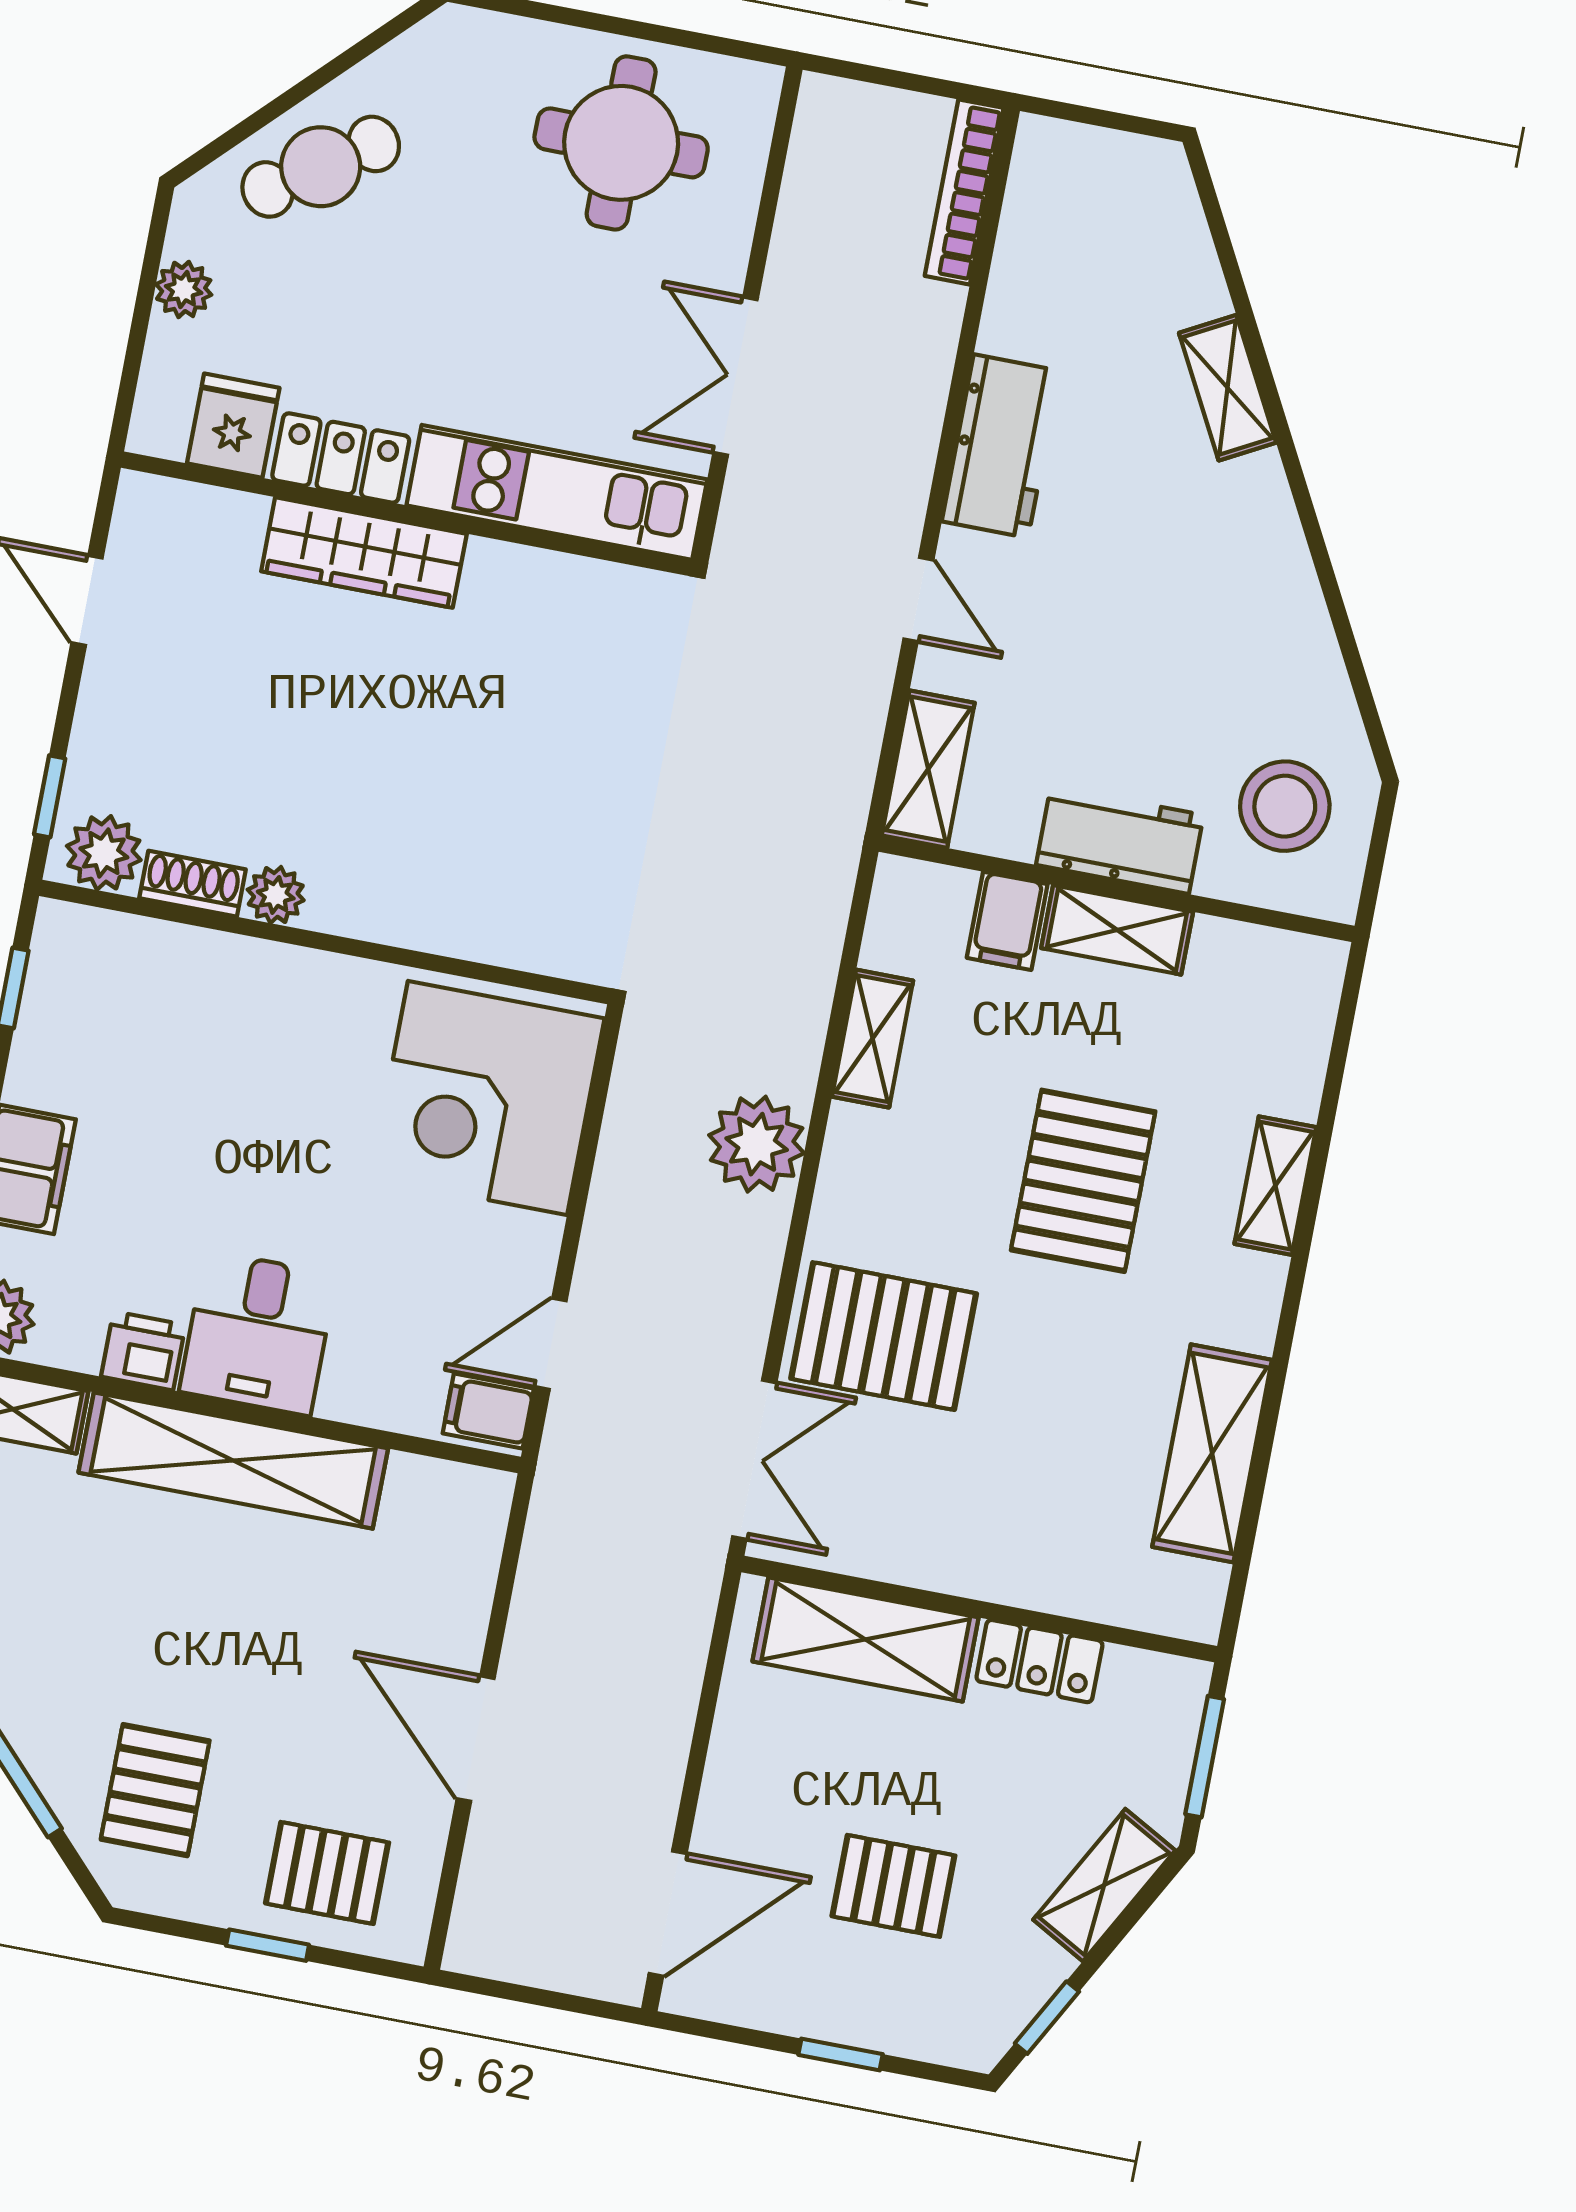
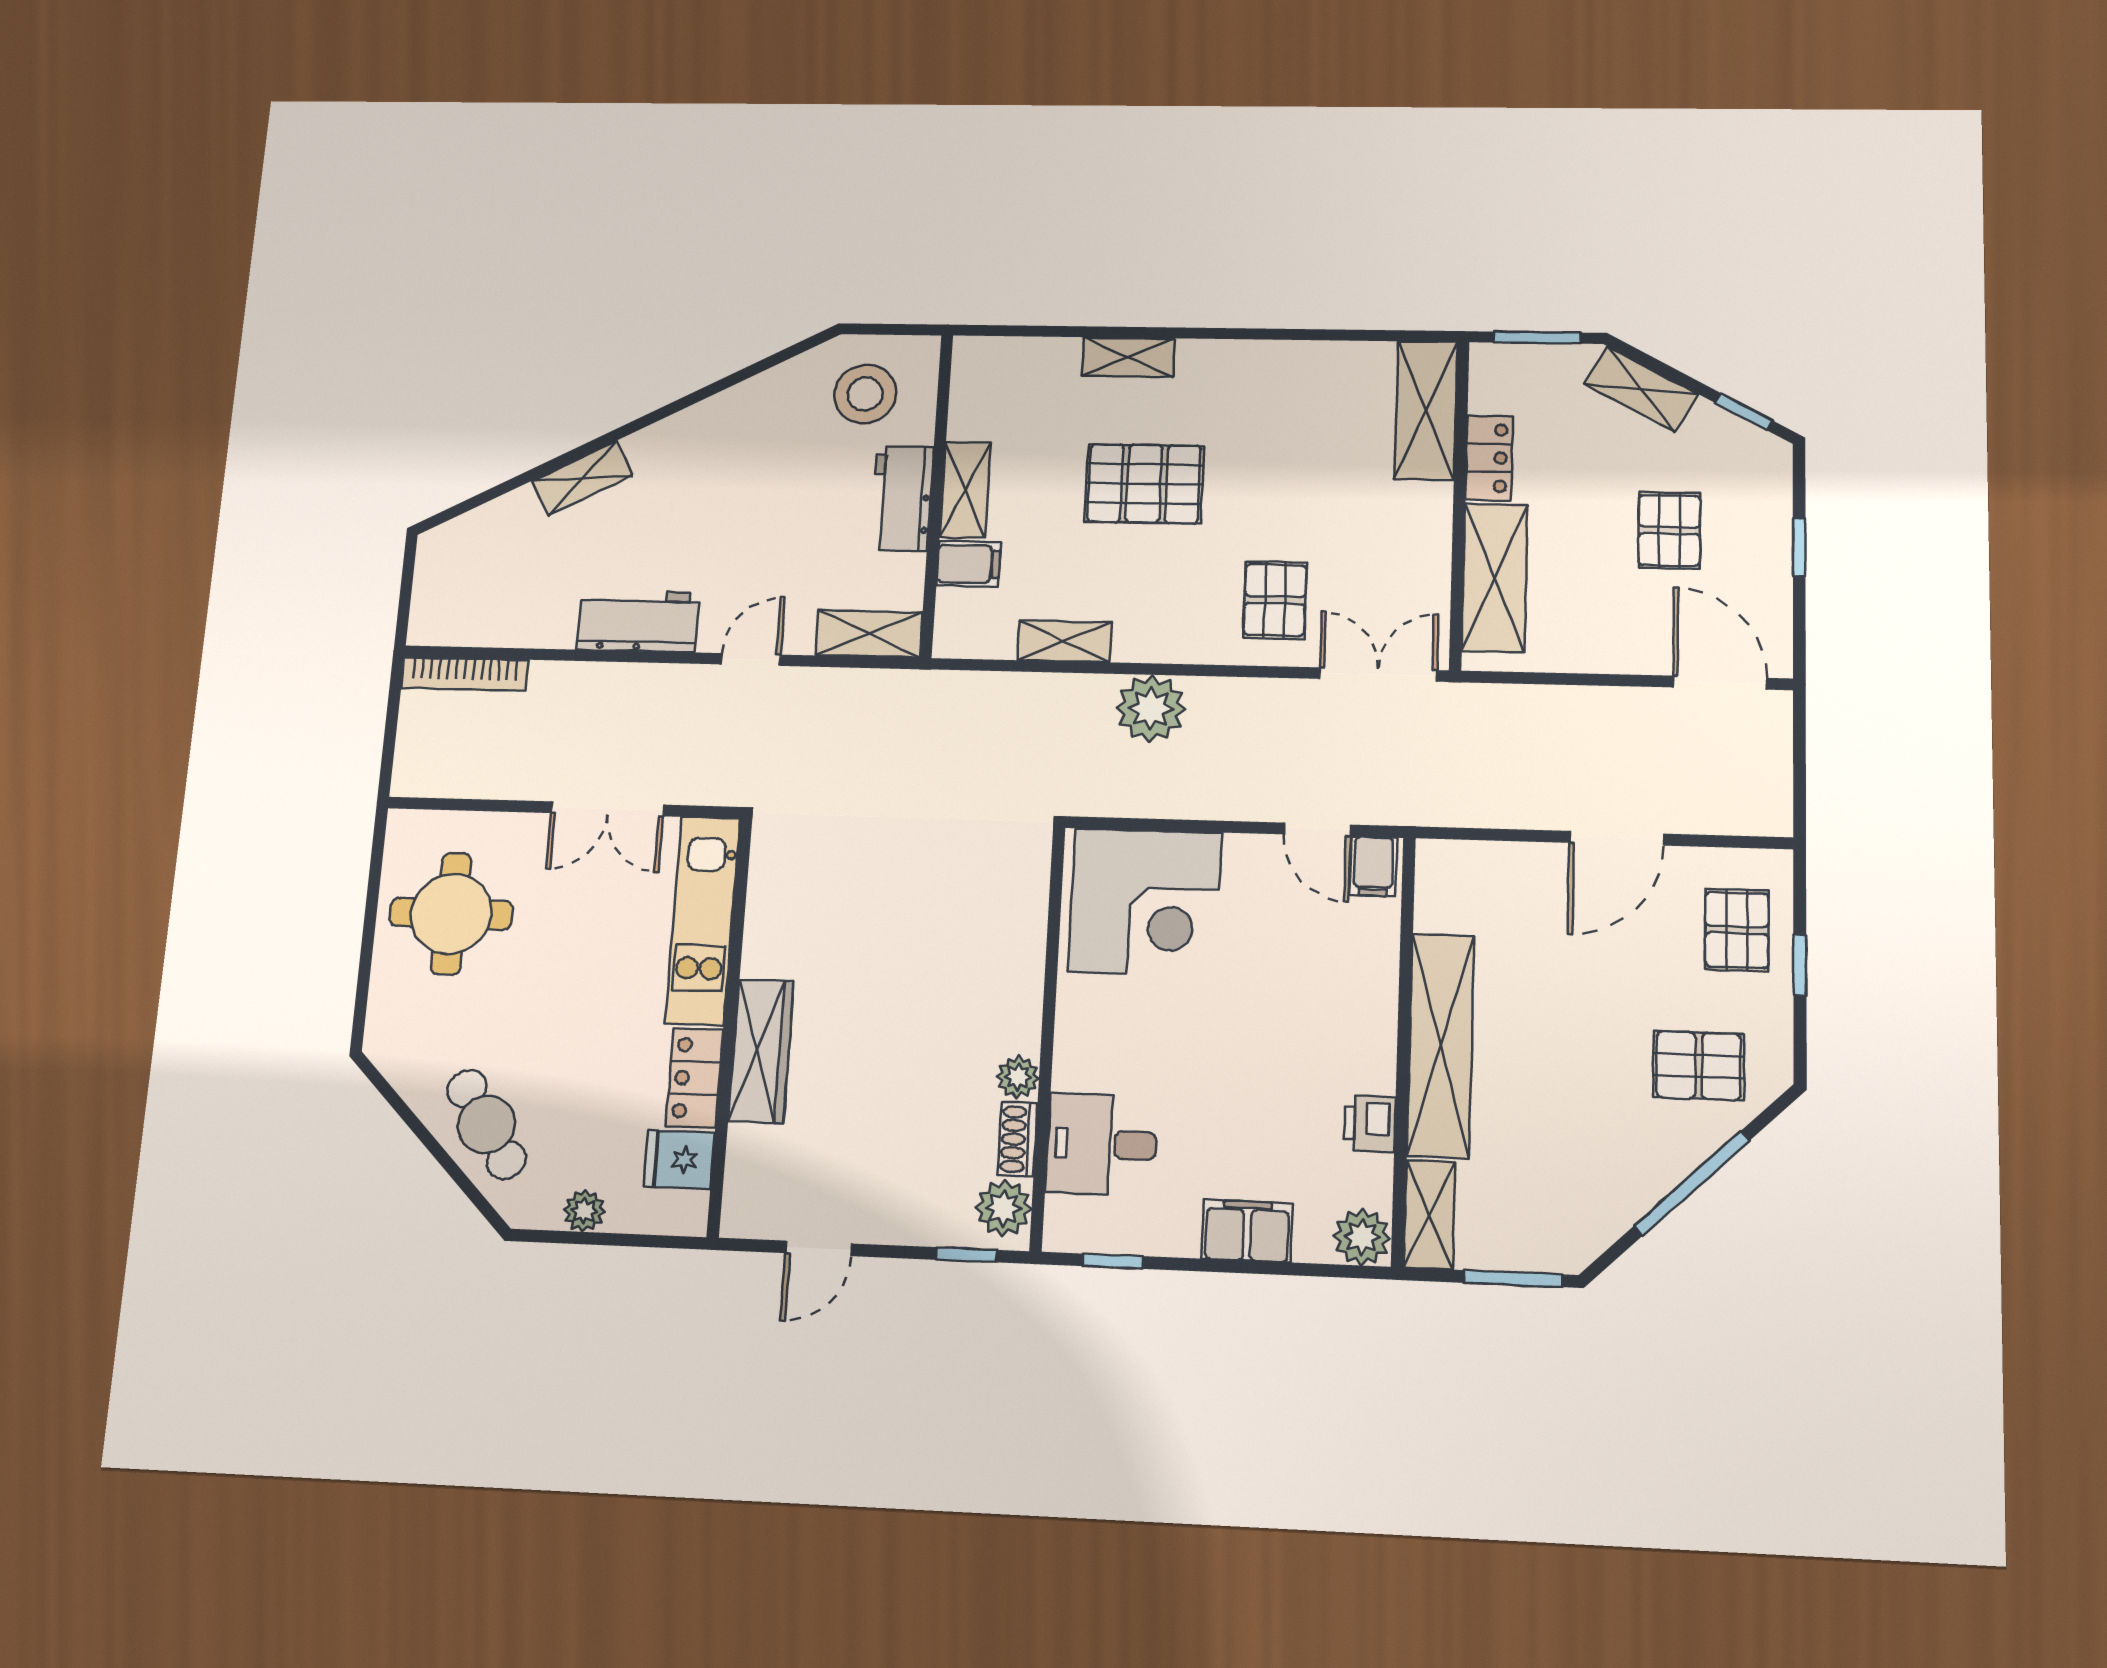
desk: (258, 1333) -> (1102, 1144), moved, turned 180
pallet: (884, 1336) -> (1275, 600), width x0.67, depth x0.71
shelving: (1212, 1453) -> (1426, 411), moved, turned 90

